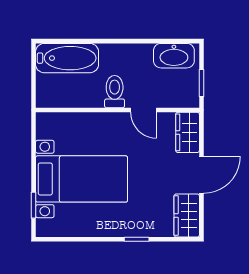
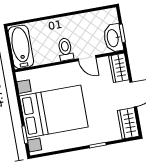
washbasin: (174, 56) -> (113, 38), moved, turned 90
bathtub: (67, 58) -> (21, 47), moved, turned -90
bed with nightstands: (82, 179) -> (54, 111), width x1.36

